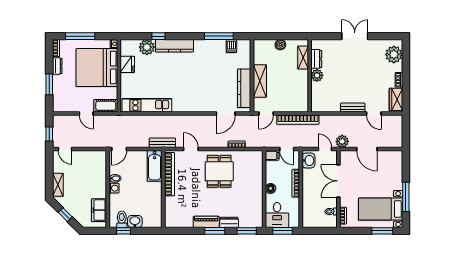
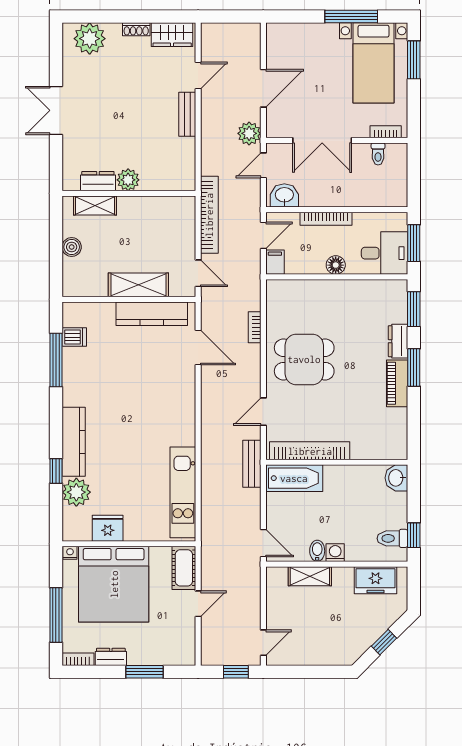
shelving: (58, 185) -> (310, 576), moved
washbasin: (135, 221) -> (396, 478), moved

